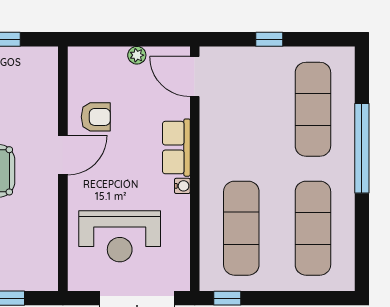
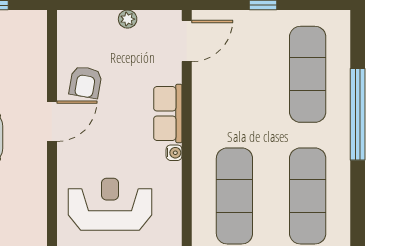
door: (195, 77) -> (187, 41), swing flipped
armchair: (96, 117) -> (86, 82), turned 100
reception desk: (120, 236) -> (110, 204), turned 180

